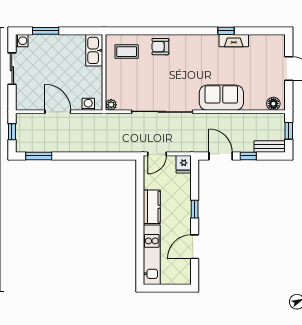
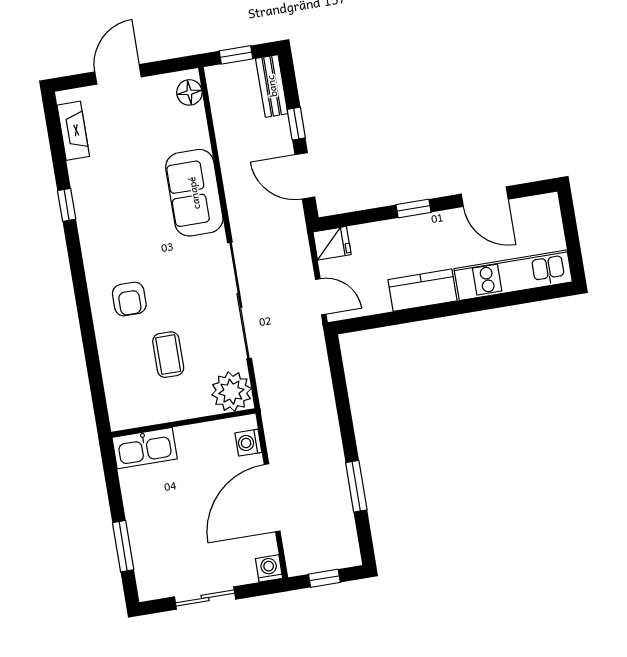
washing machine: (22, 41) -> (269, 568), moved
fireplace: (234, 41) -> (73, 131), moved
armchair: (160, 47) -> (129, 299), moved
coffee table: (127, 52) -> (168, 355), moved
plant: (111, 105) -> (231, 392), width x1.87, depth x1.87
door: (58, 112) -> (272, 498), width x1.36
window: (39, 156) -> (356, 486), moved
door: (221, 156) -> (305, 176), hinge flipped

